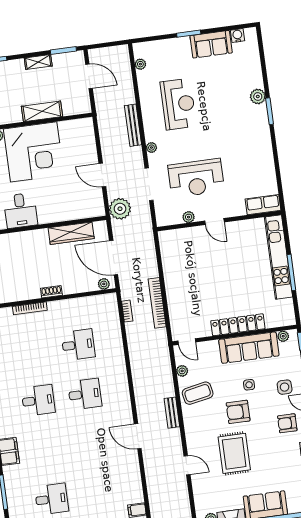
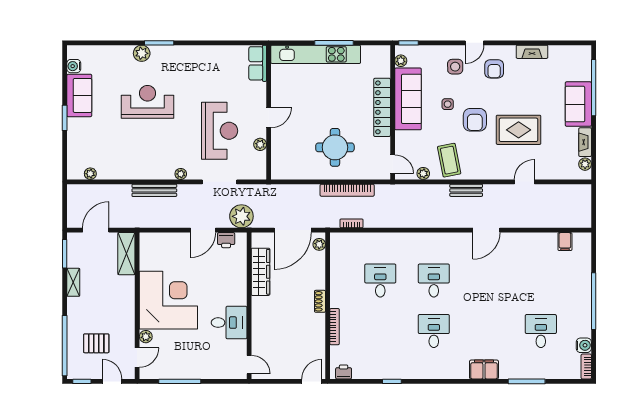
reception desk: (178, 104) -> (147, 102), moved
shelving: (42, 111) -> (126, 254), moved
printer: (96, 198) -> (226, 240), added
round table: (195, 286) -> (335, 147), added
door: (187, 342) -> (393, 164), hinge flipped

